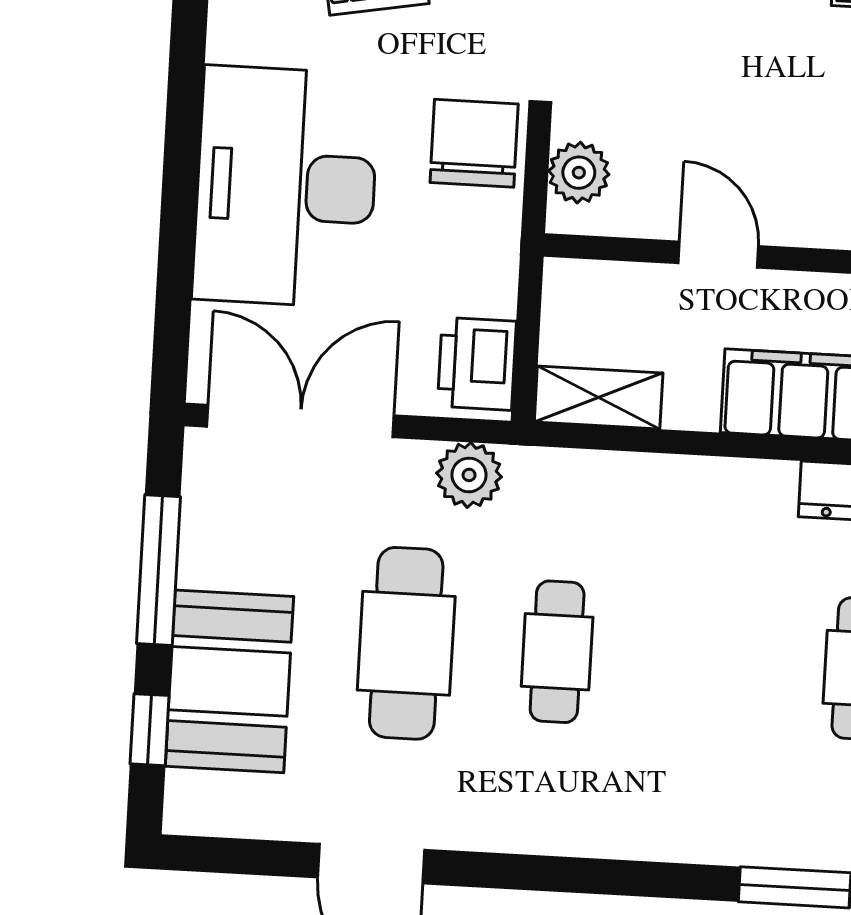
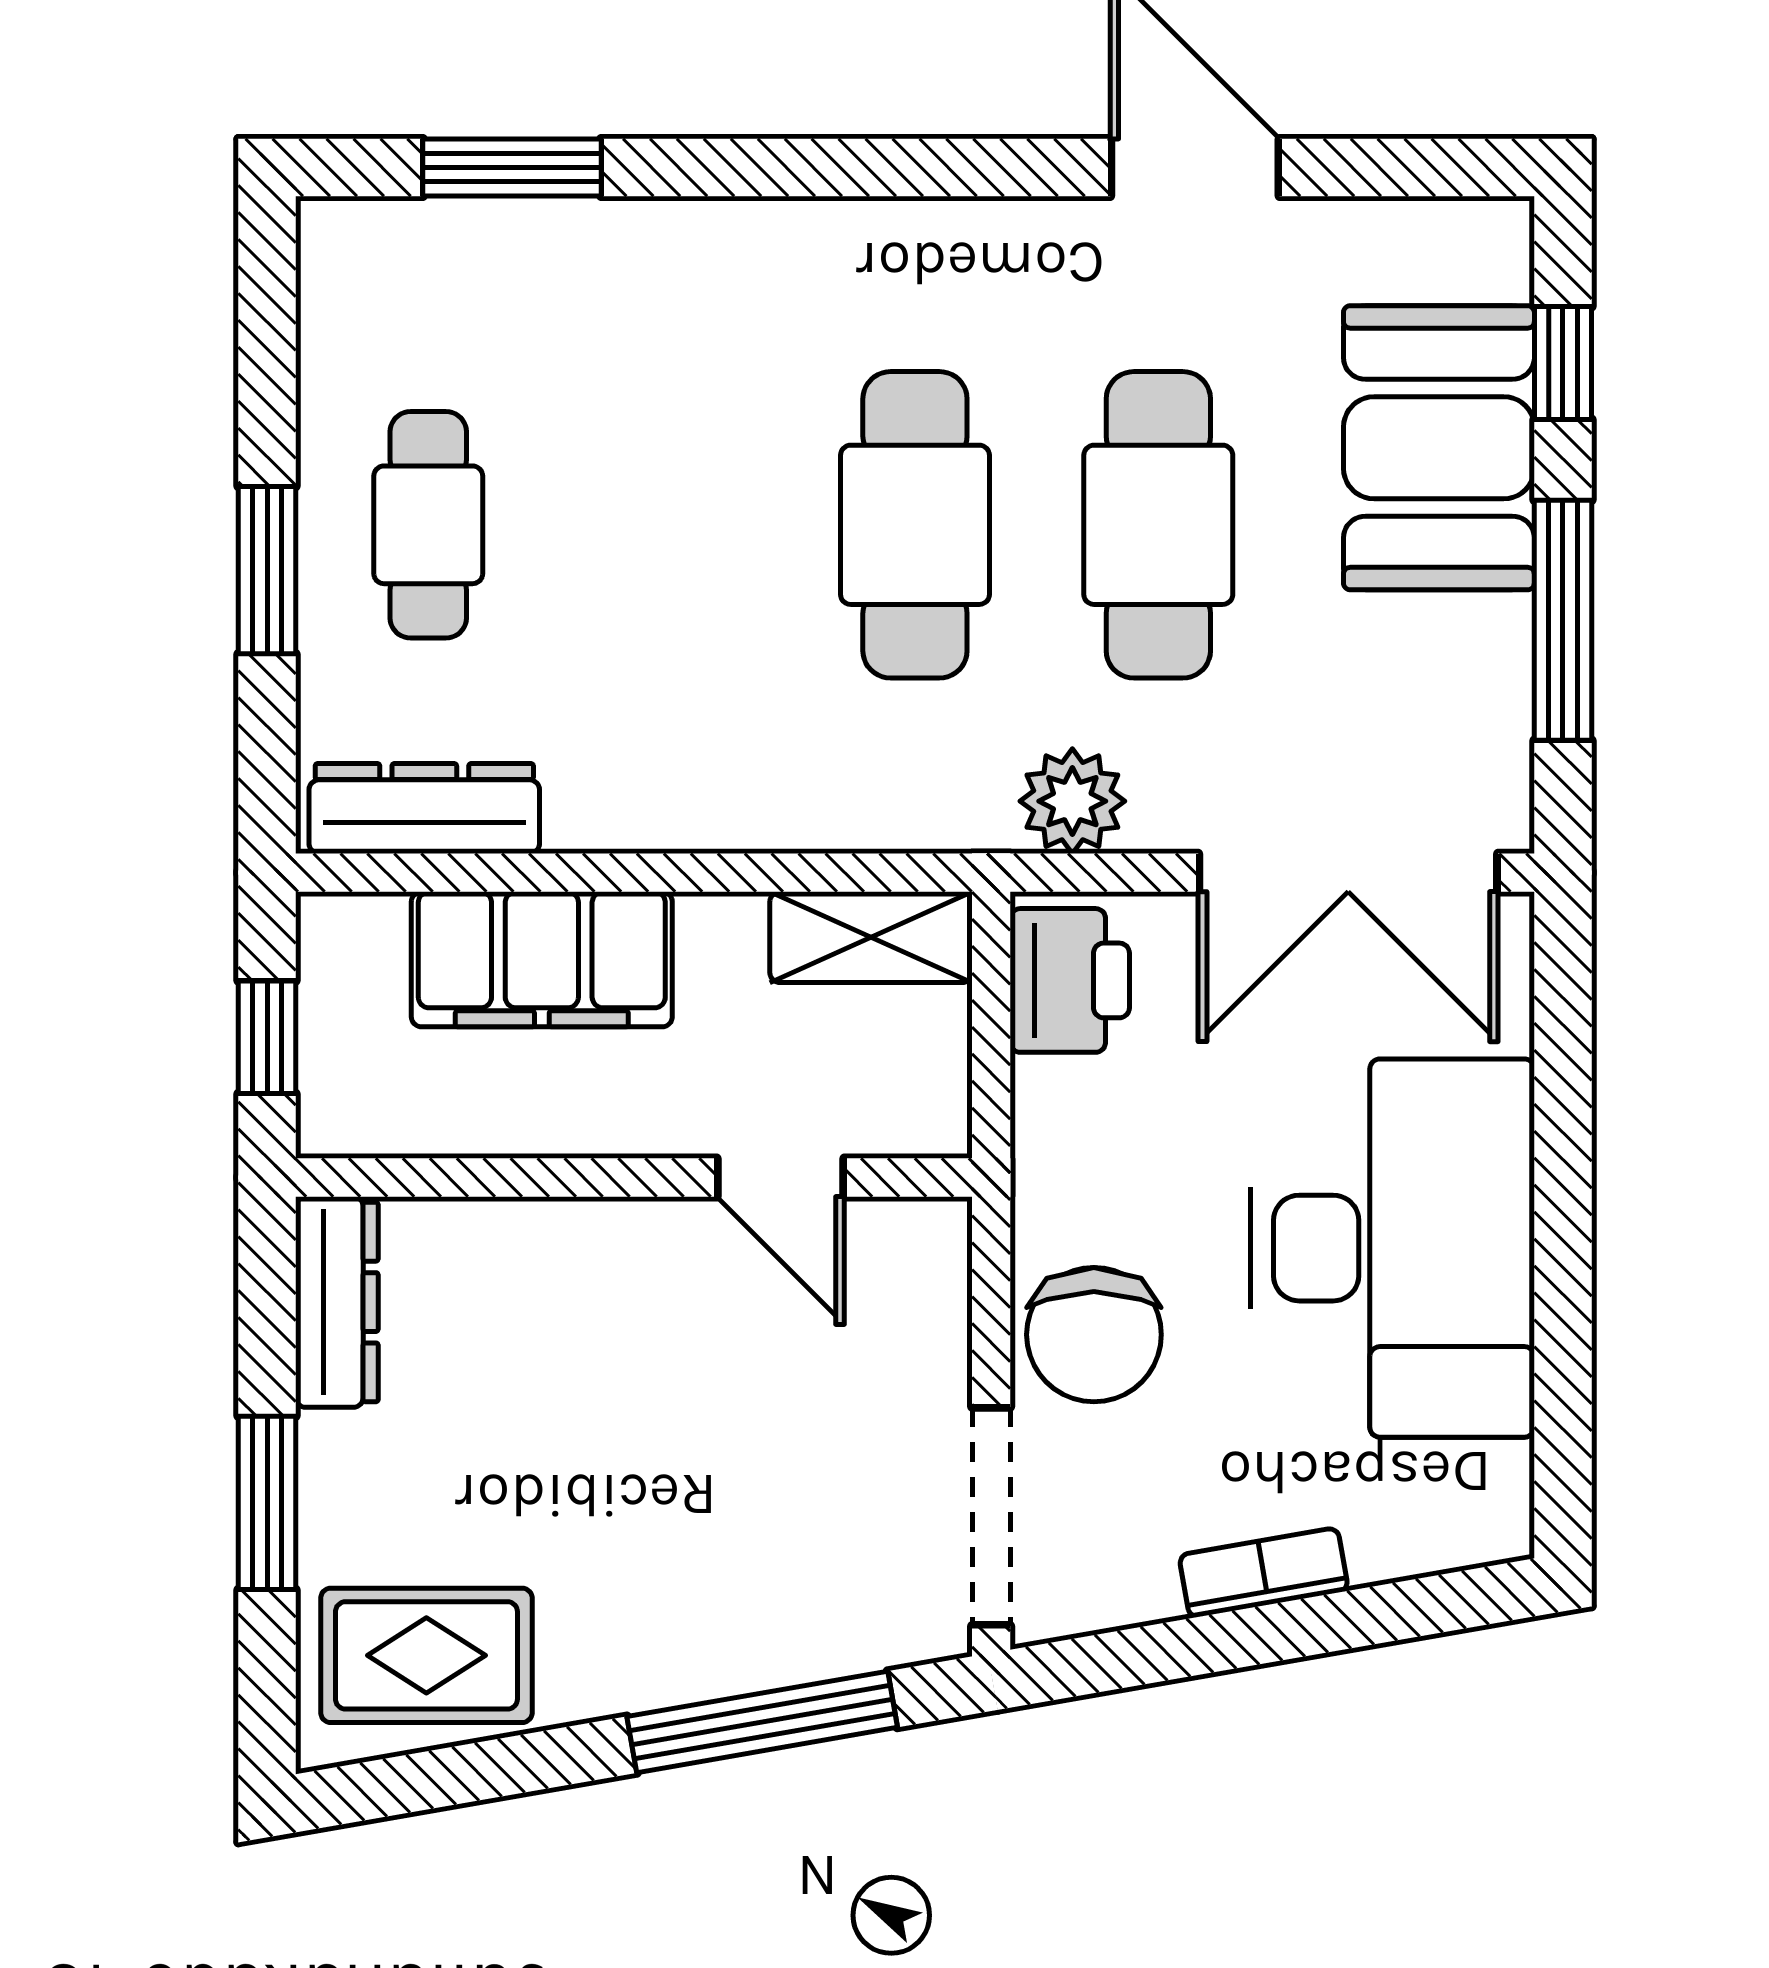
plant: (579, 173) -> (923, 1297), removed
door: (718, 255) -> (780, 1178), moved
cafe table: (557, 652) -> (915, 525), width x1.37, depth x1.35

